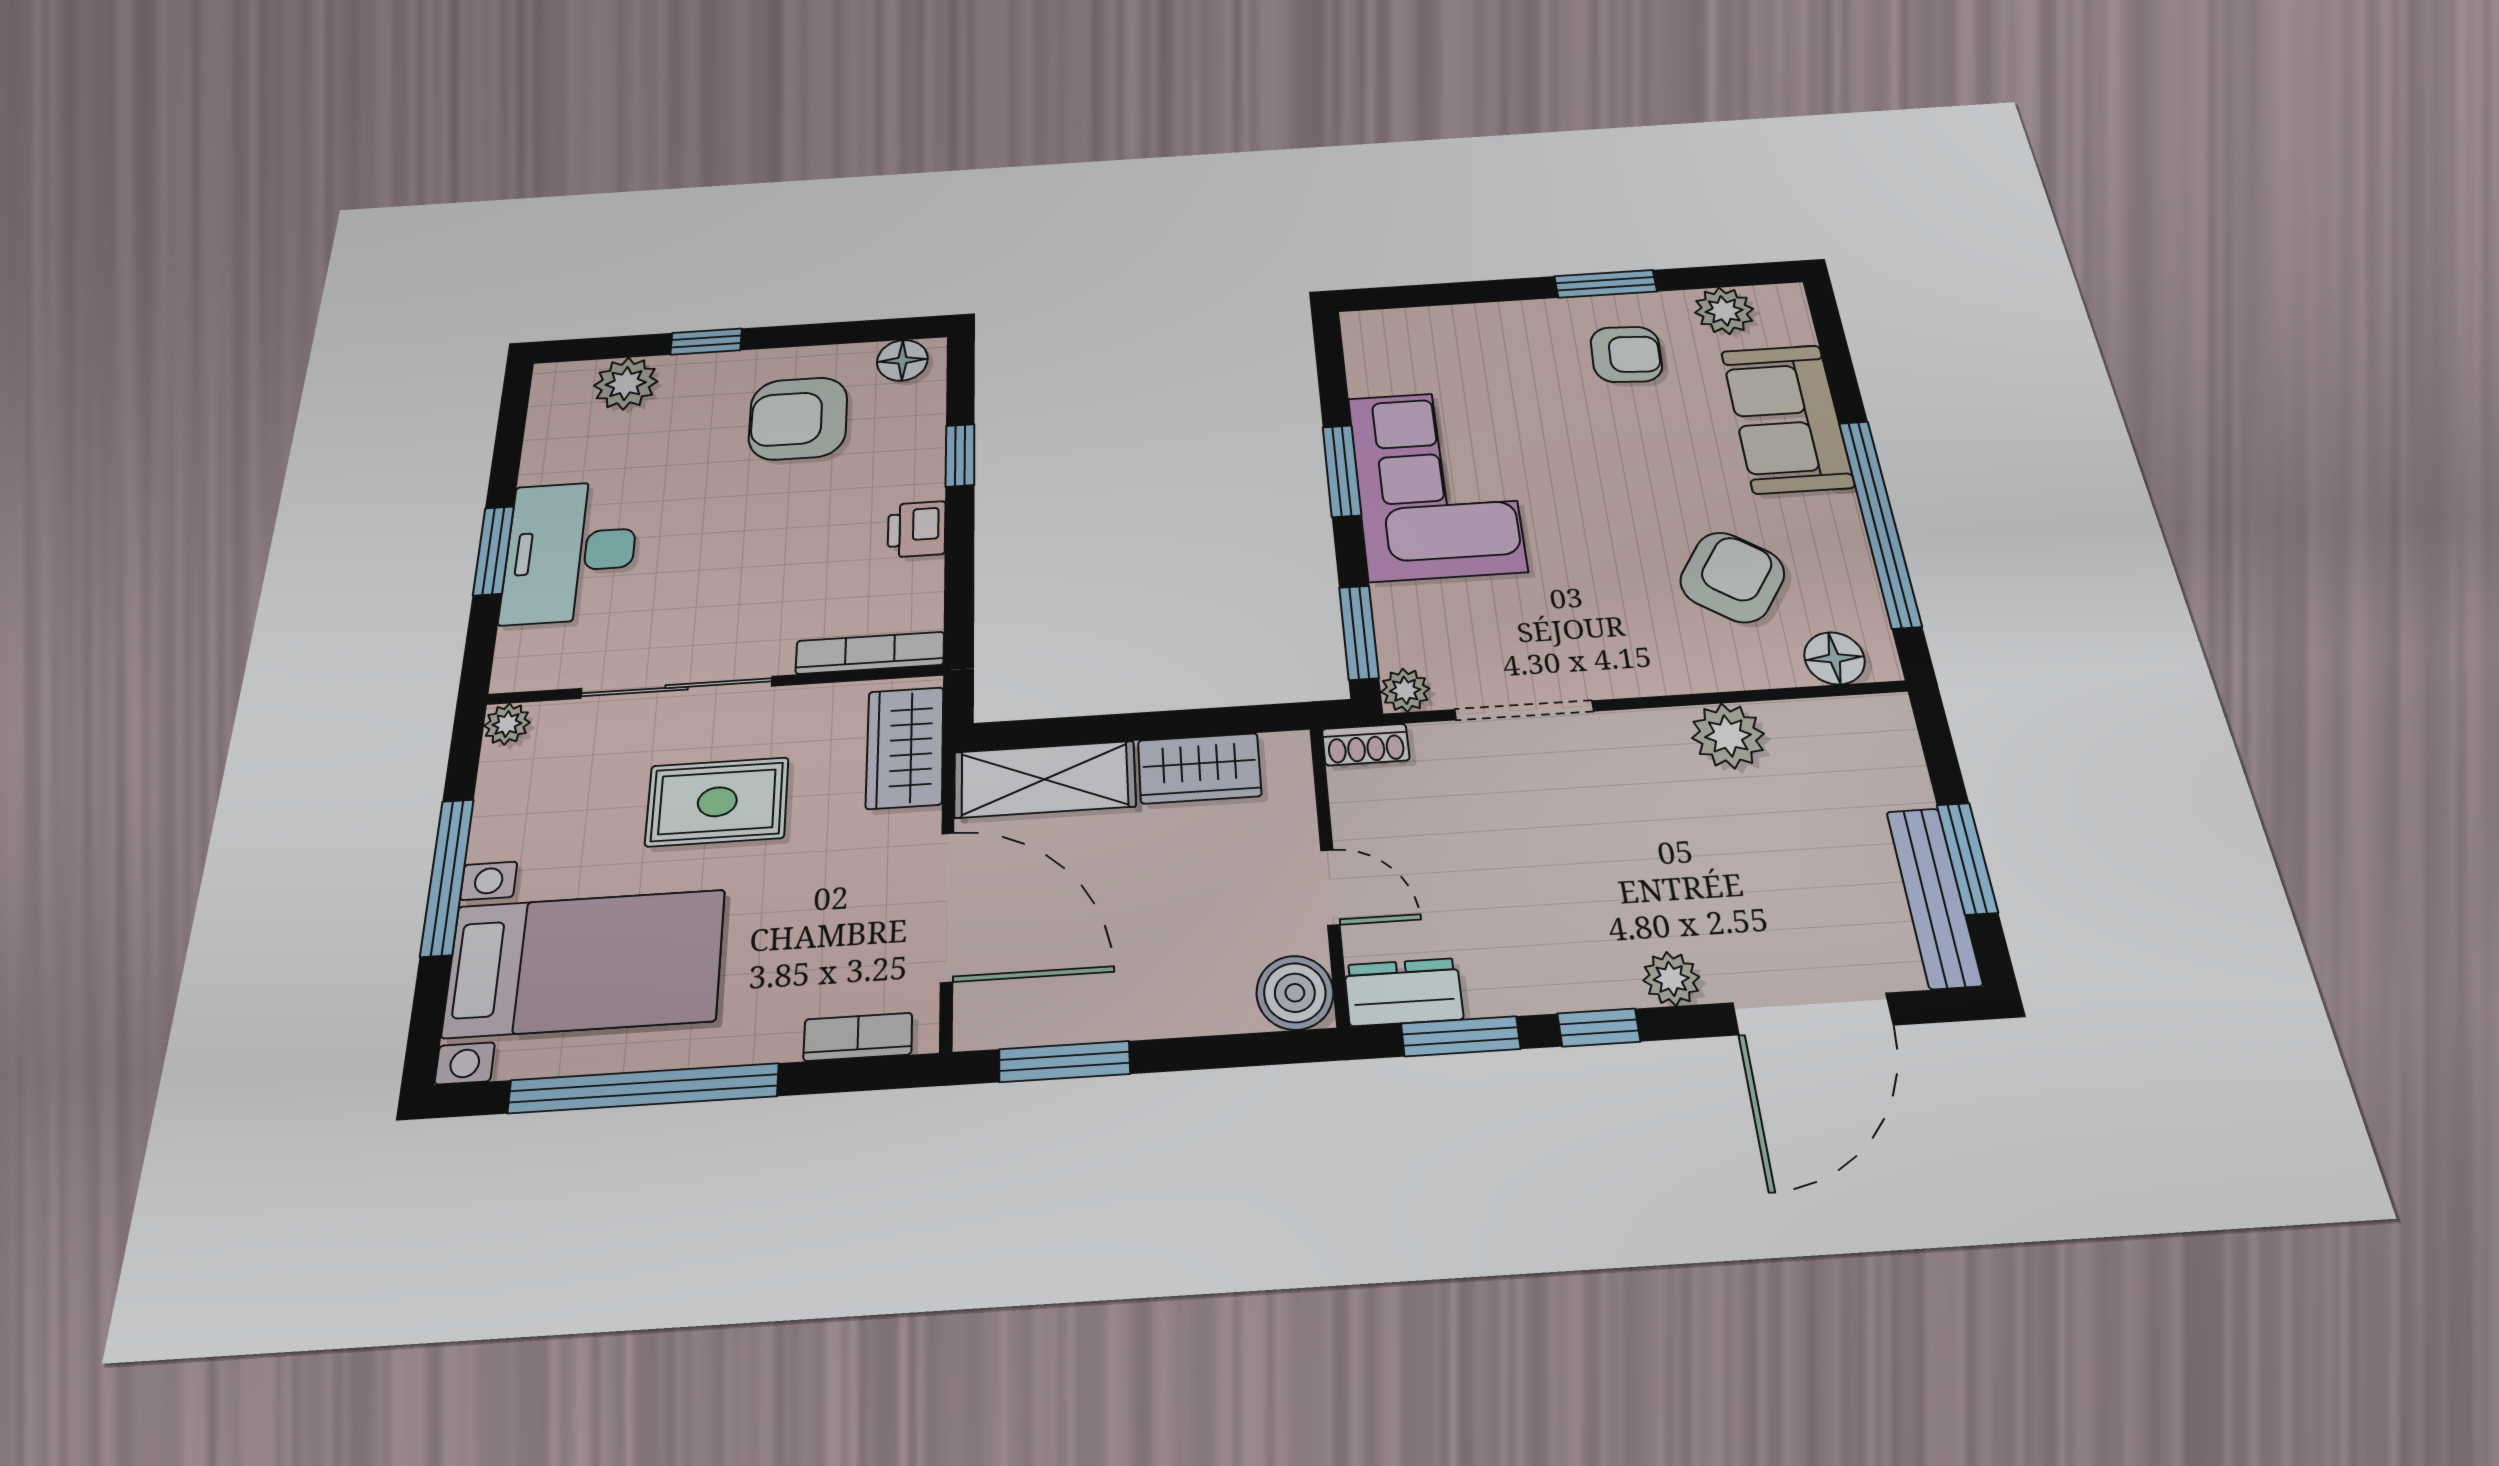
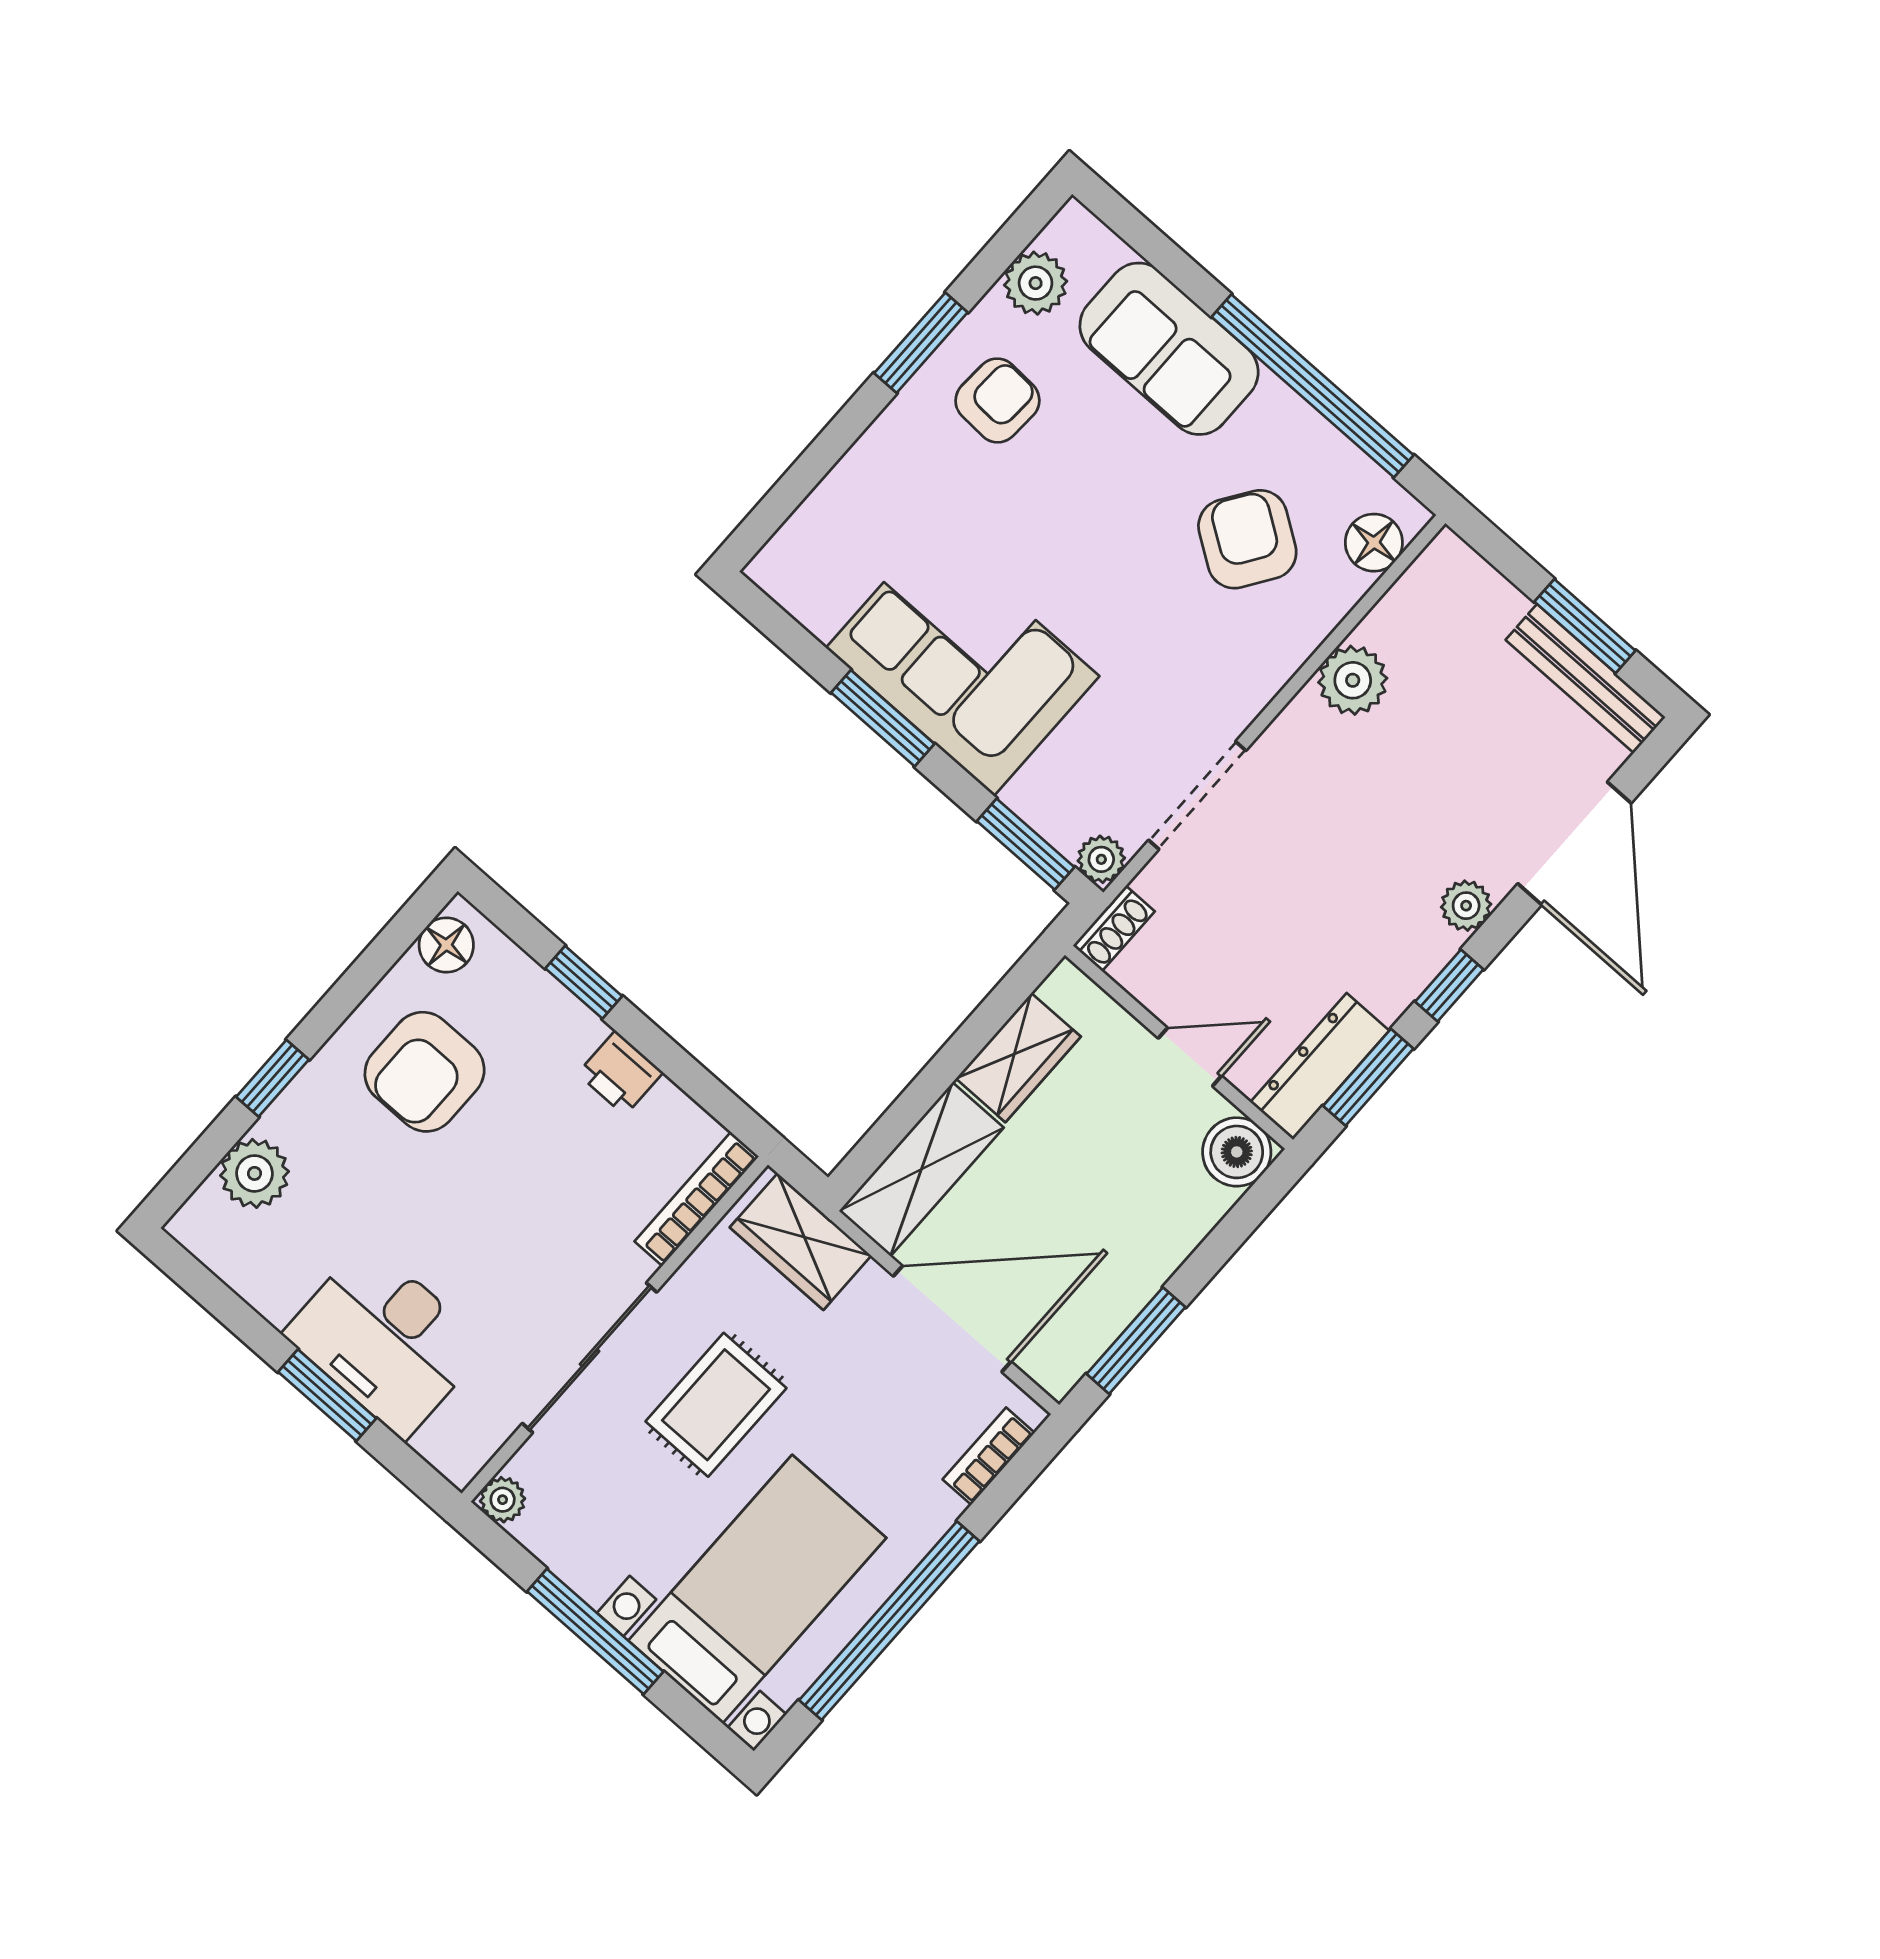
dresser: (1404, 992) -> (1320, 1066), width x1.44

